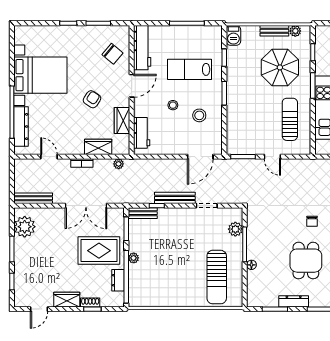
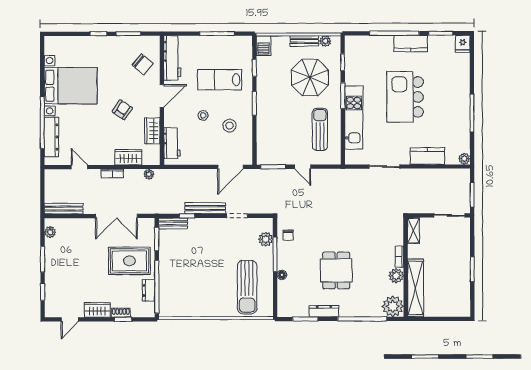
chair: (312, 221) -> (288, 235), moved
plant: (25, 227) -> (50, 232), width x0.53, depth x0.53
plant: (134, 258) -> (164, 268), removed

